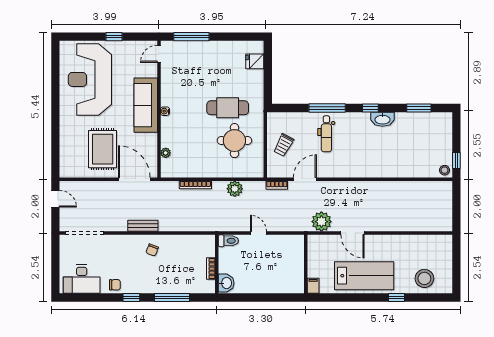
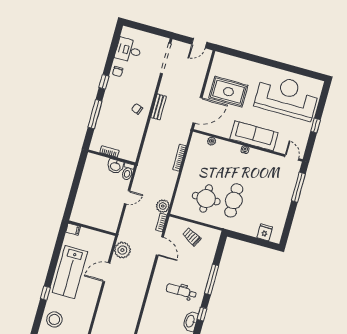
dental chair: (326, 134) -> (181, 291), moved
plant: (235, 189) -> (163, 206), moved
desk: (82, 279) -> (128, 50), width x0.73
washbasin: (226, 283) -> (115, 166), moved

